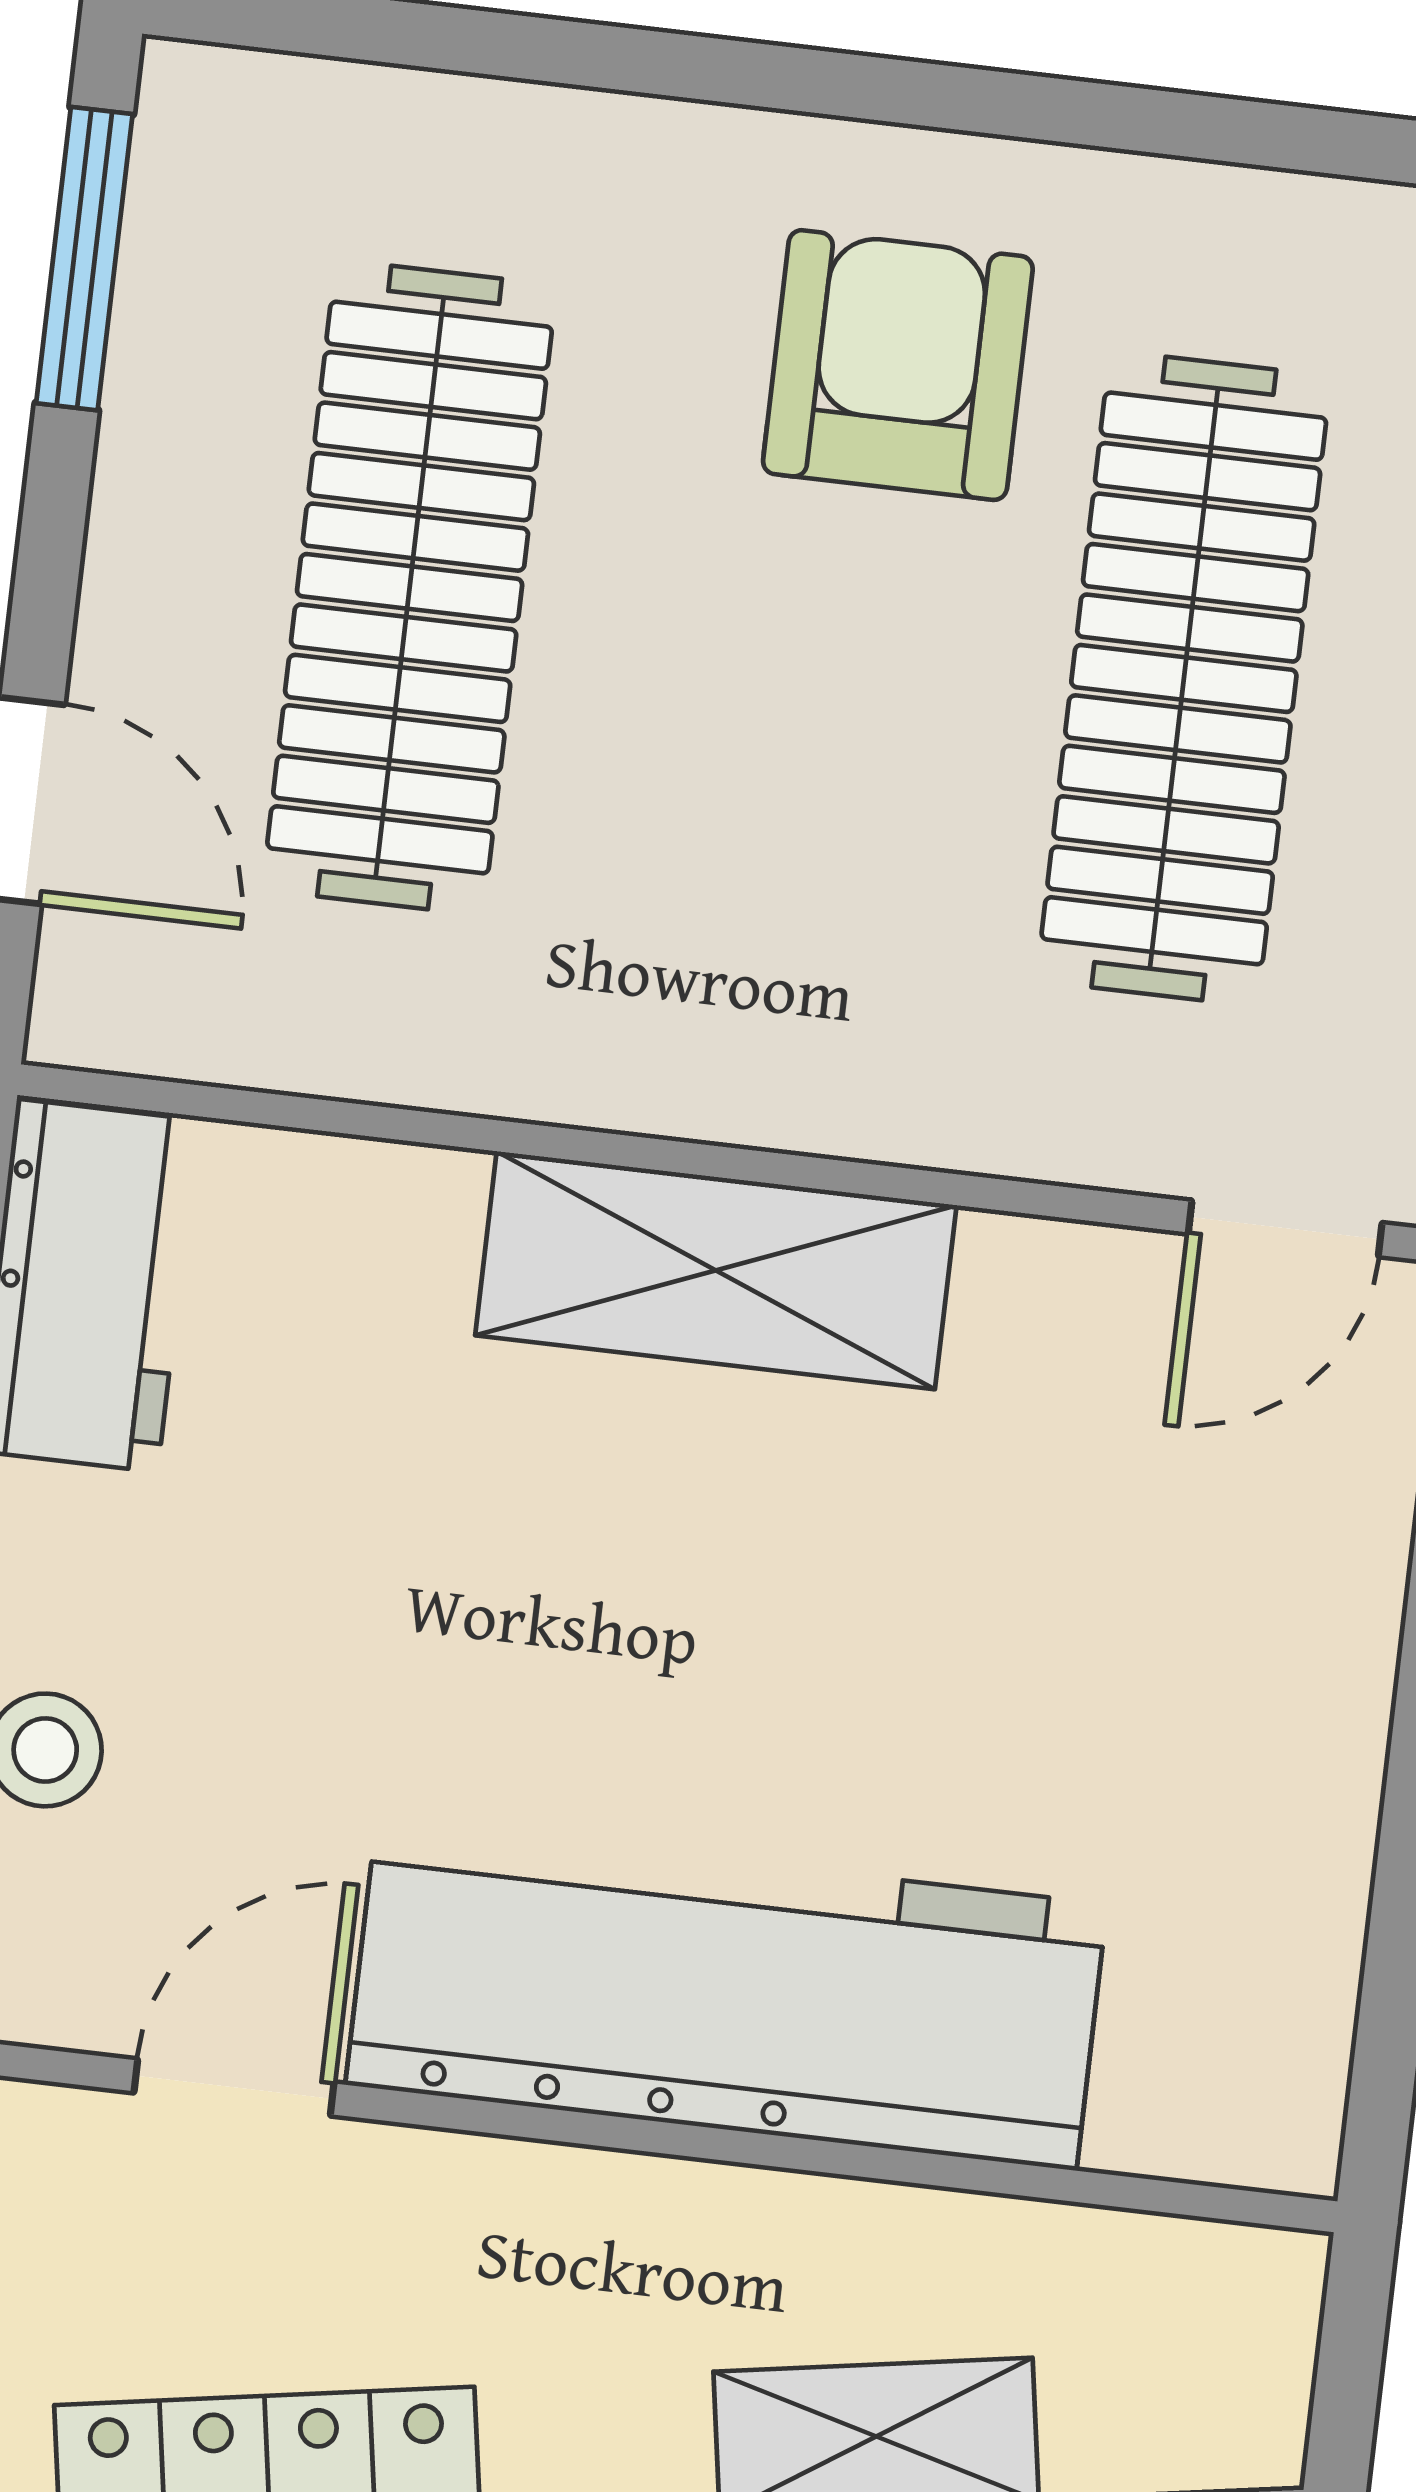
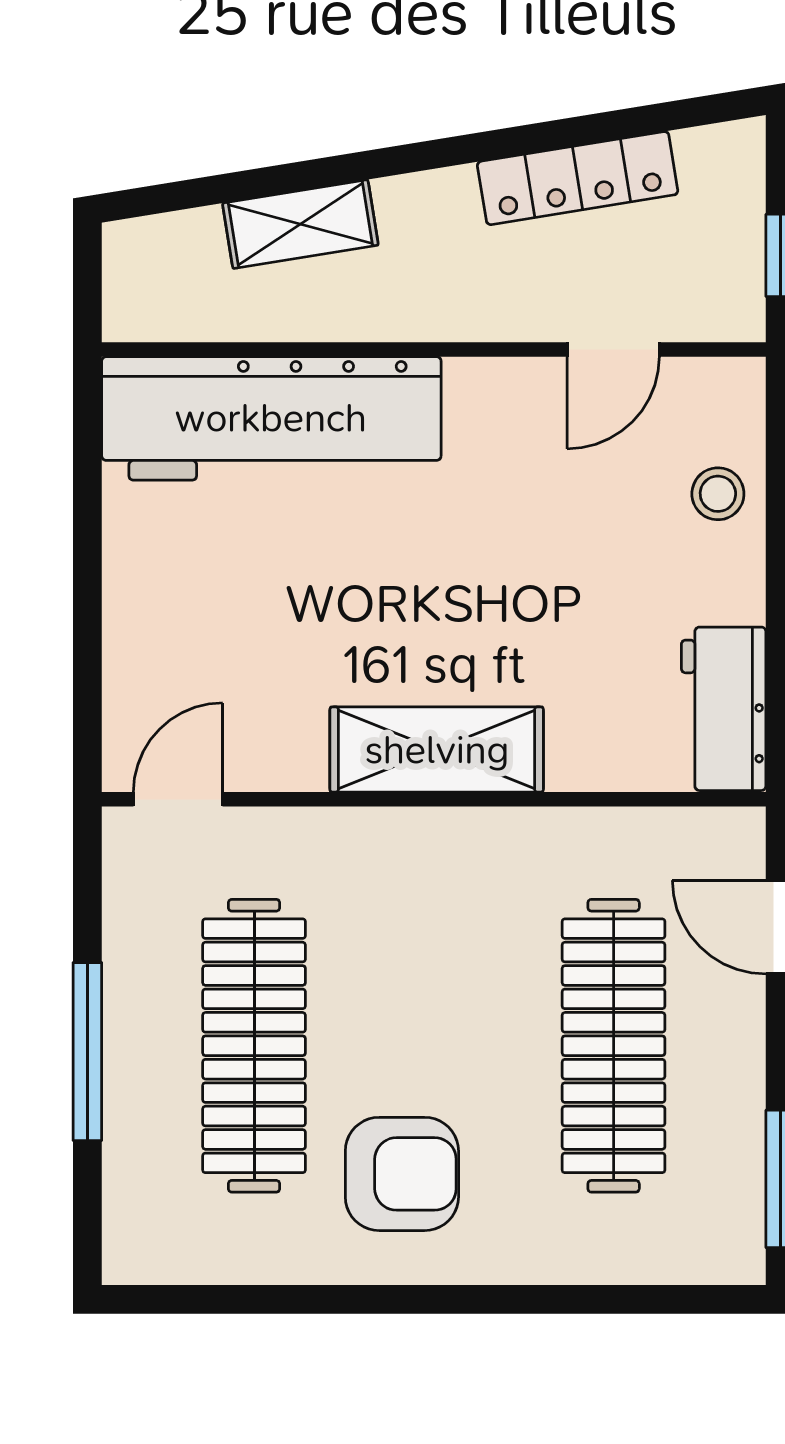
armchair: (898, 365) -> (402, 1174), turned -90
workbench: (726, 1995) -> (271, 418), moved

